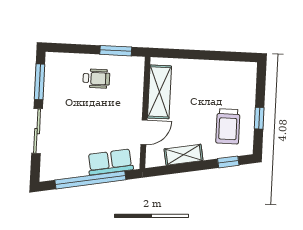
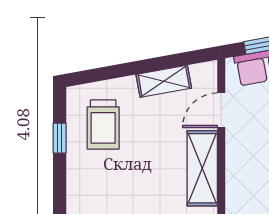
trolley: (228, 126) -> (103, 124), turned 180
window: (228, 162) -> (100, 74), removed

